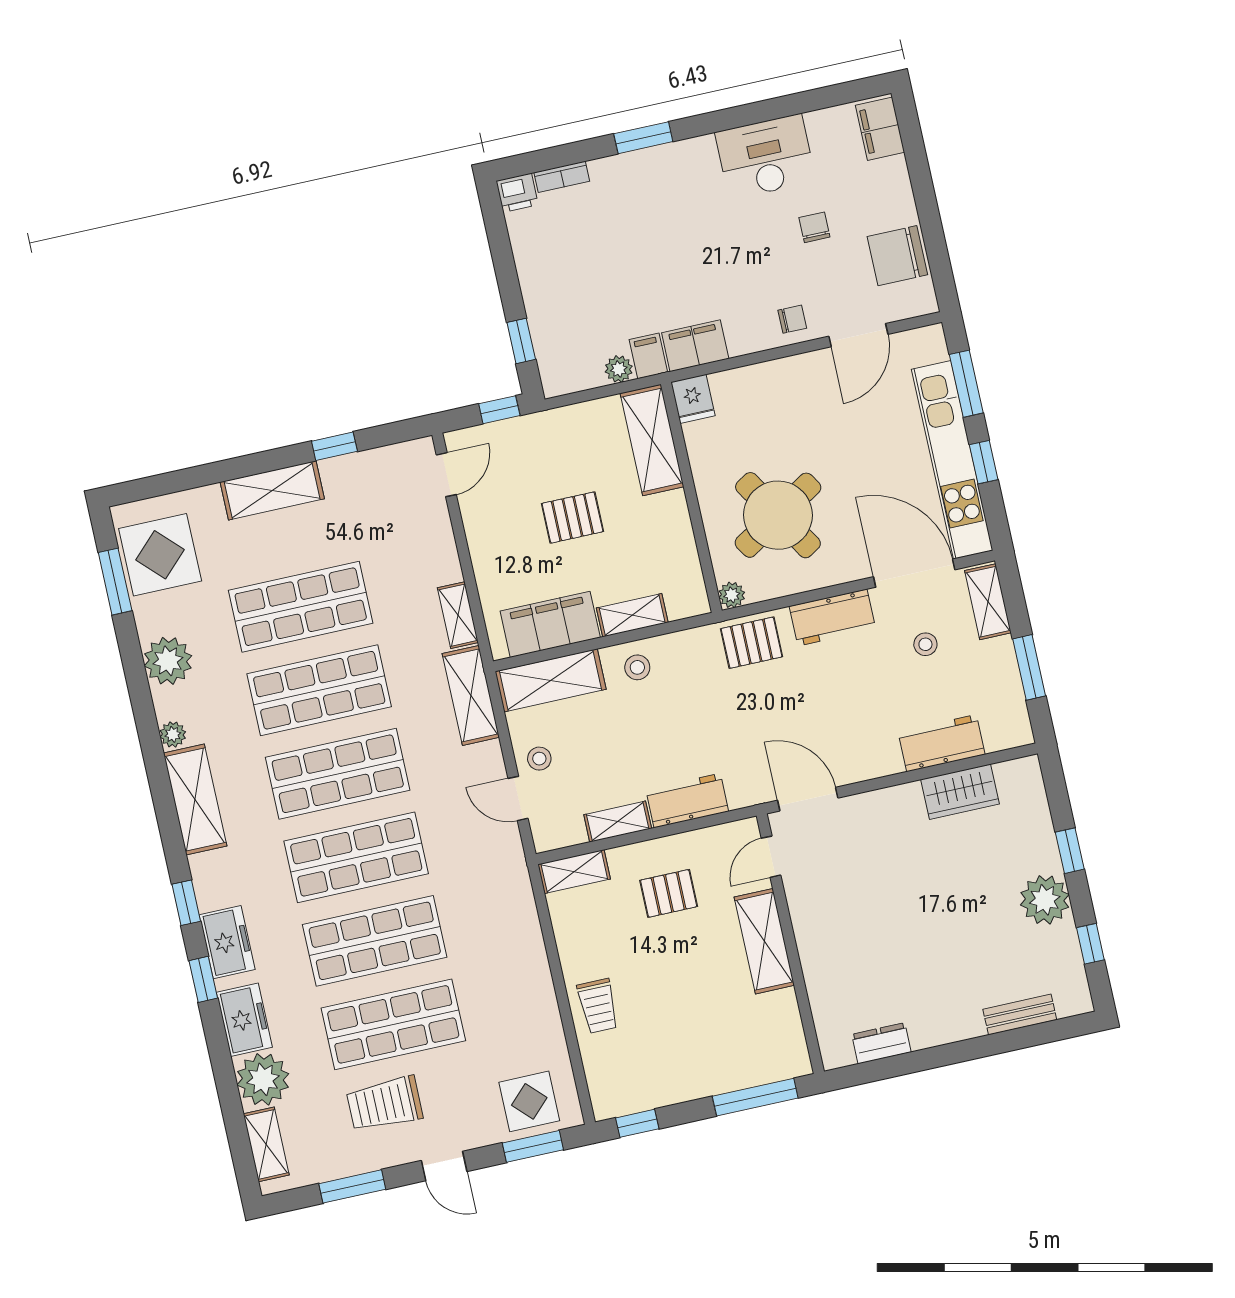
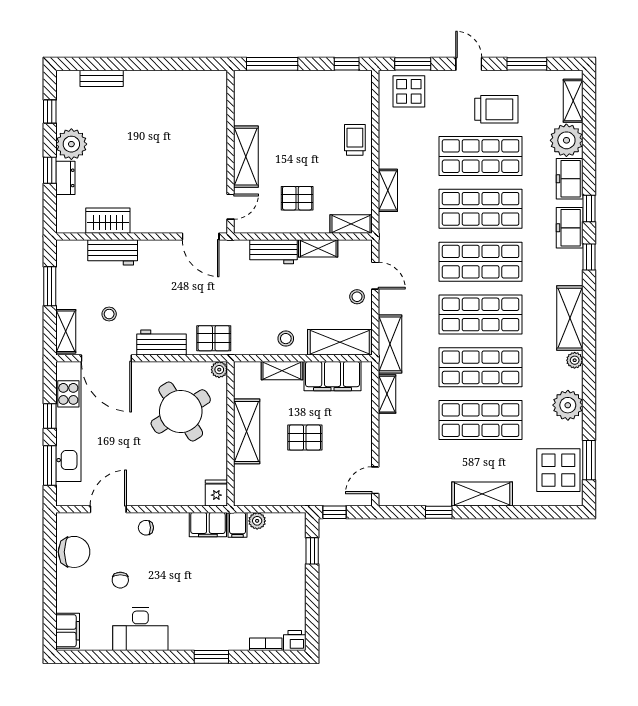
shelving: (652, 440) -> (247, 431), moved
shelving: (528, 938) -> (388, 190), added
dresser: (881, 1043) -> (65, 178), moved, turned -90

